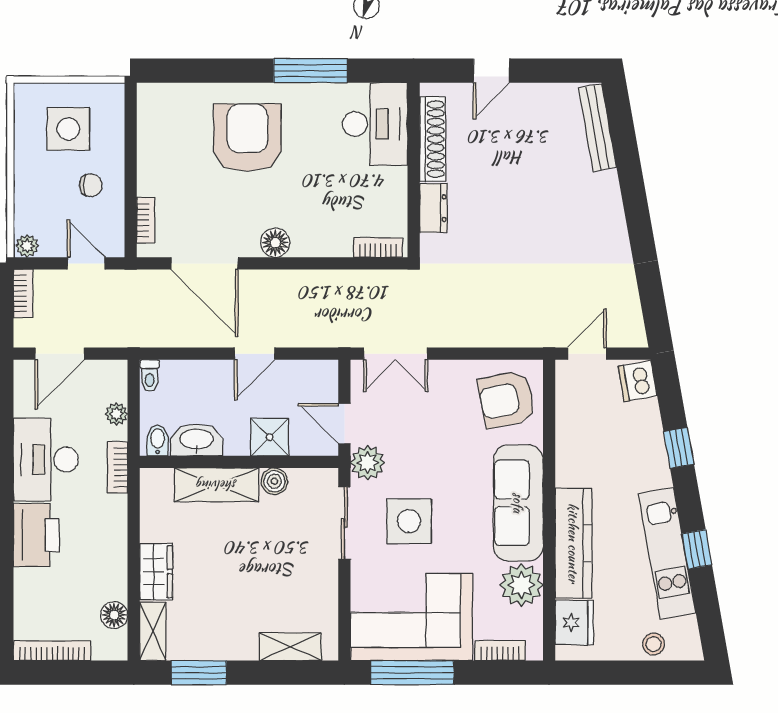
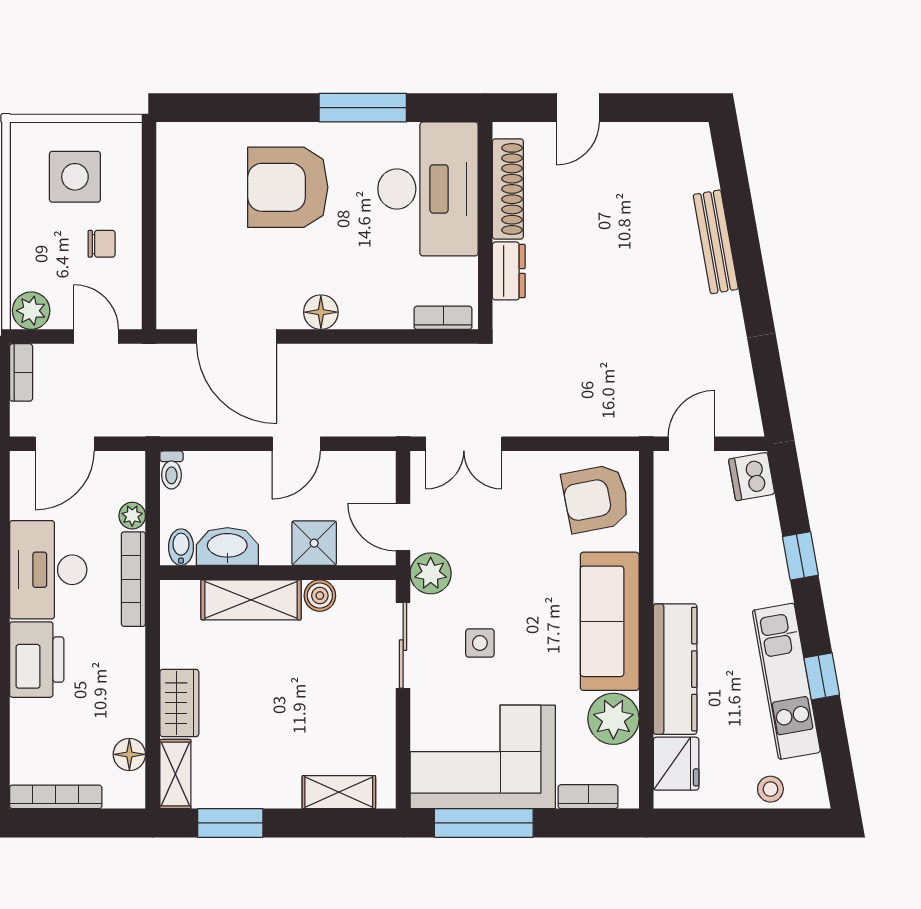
desk: (375, 124) -> (428, 189), width x1.36, depth x1.30
bench: (598, 128) -> (716, 242), moved
armchair: (247, 138) -> (288, 187), turned -90
bookcase: (146, 220) -> (167, 285), removed
plant: (27, 246) -> (31, 311), width x1.38, depth x1.38
bookcase: (117, 467) -> (133, 579), width x1.56
side table: (409, 521) -> (480, 643), width x0.54, depth x0.54

